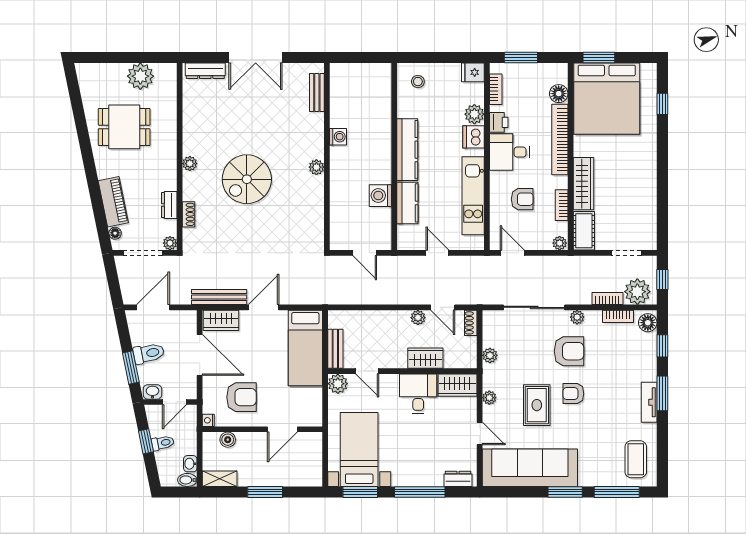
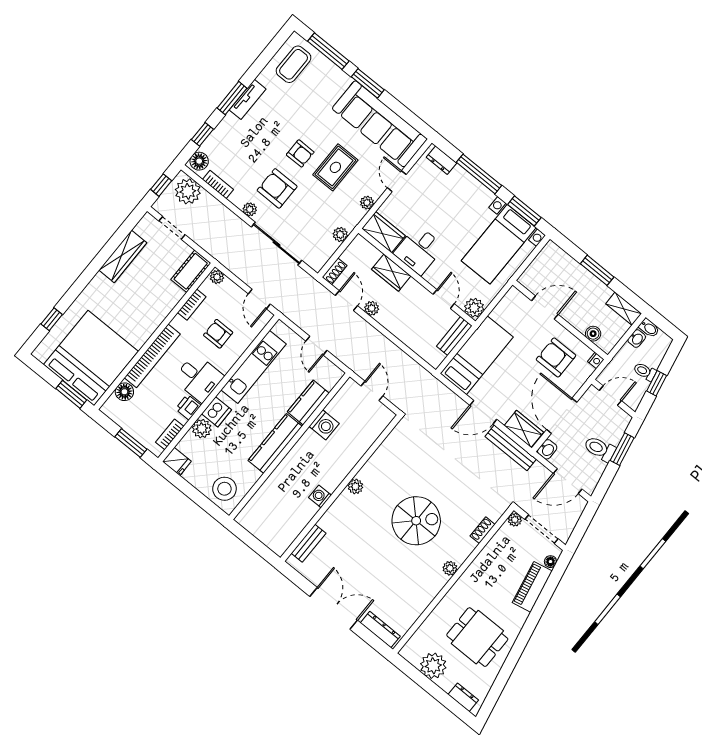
stool: (418, 82) -> (224, 489), width x1.89, depth x1.89
wardrobe: (583, 184) -> (123, 256), moved, turned 180
dresser: (169, 205) -> (463, 697), moved, turned -90
bookcase: (607, 299) -> (215, 205), removed
washbasin: (152, 392) -> (547, 449), moved, turned -90

